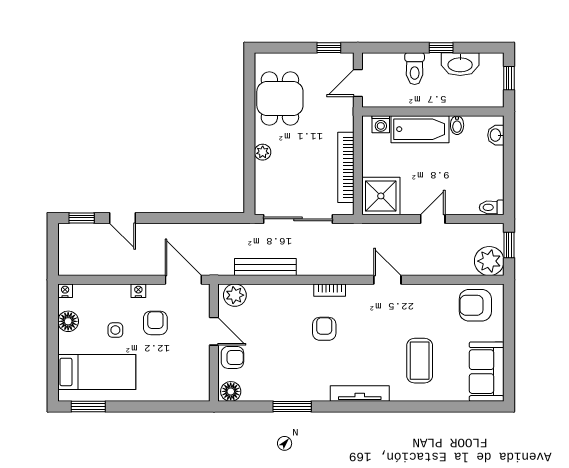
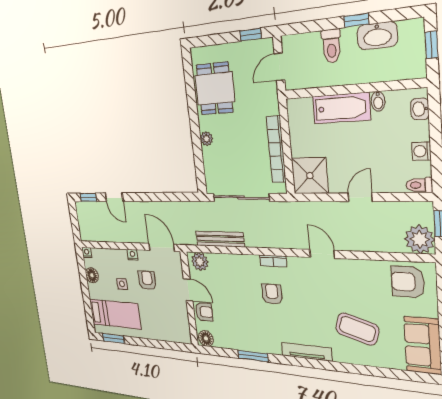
washing machine: (381, 124) -> (421, 151), moved, turned 90
coffee table: (420, 361) -> (357, 329), turned -73

